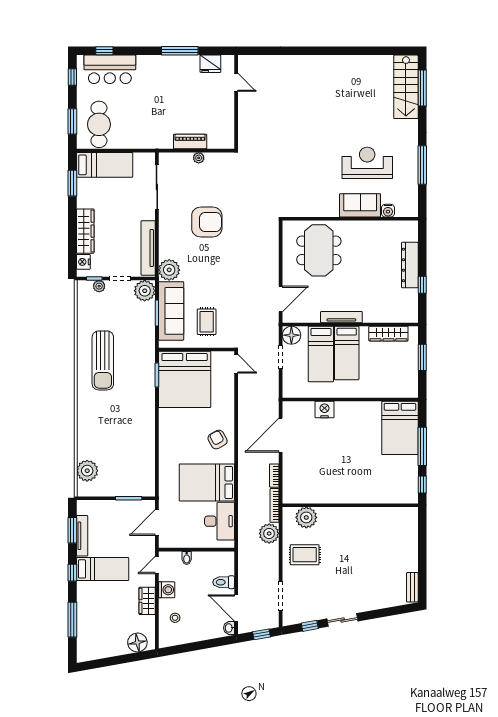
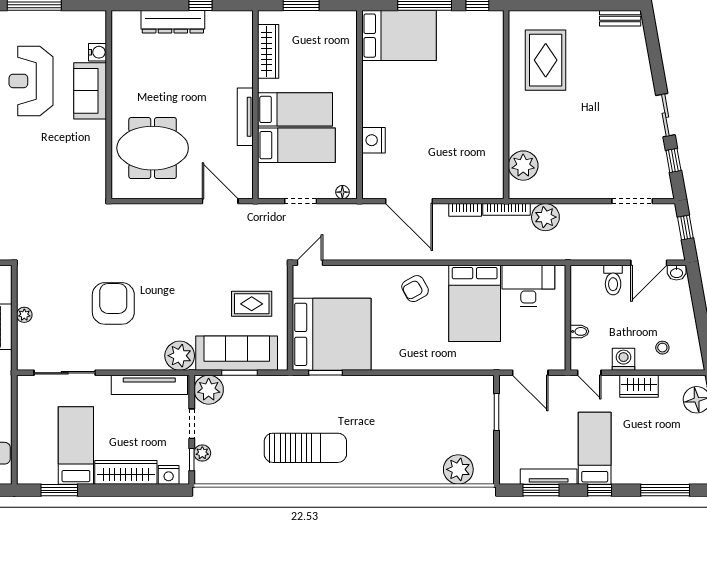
bed: (105, 165) -> (76, 445), moved
floor lamp: (291, 335) -> (342, 192), moved, width x0.53, depth x0.53
rug: (305, 555) -> (546, 60), moved, width x1.36, depth x1.43

